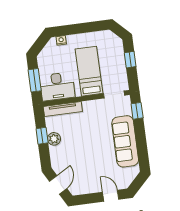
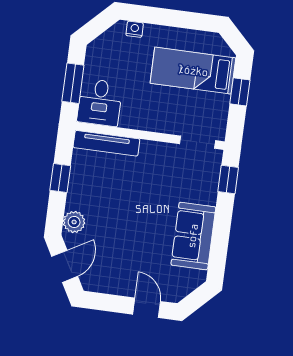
bed: (89, 71) -> (193, 71), moved, turned -90
desk: (57, 86) -> (100, 102), width x0.73
plant: (54, 139) -> (74, 222), moved
sofa: (125, 141) -> (193, 236), width x0.73

